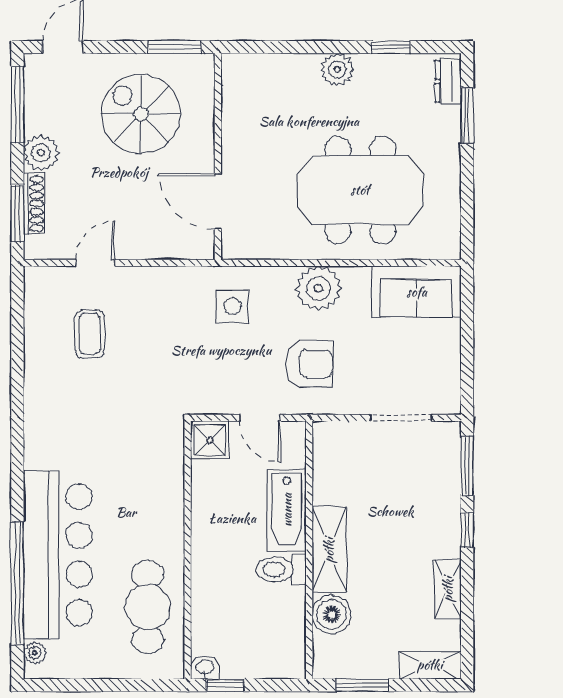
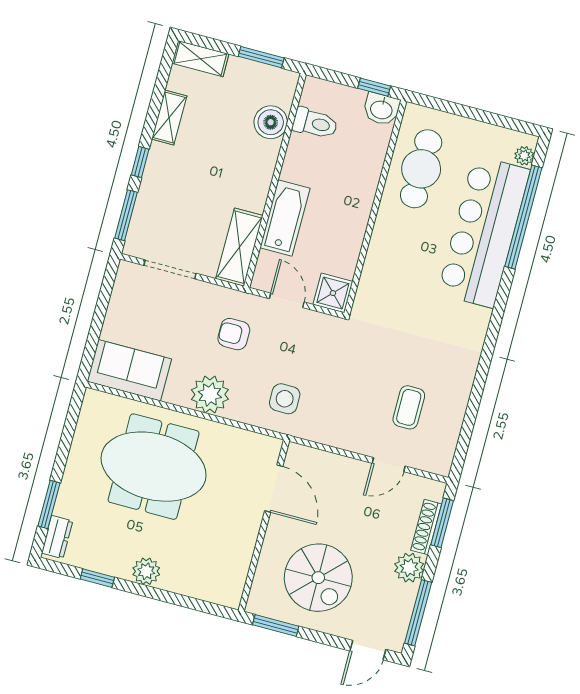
armchair: (309, 364) -> (234, 334), width x0.72, depth x0.72
shelving: (329, 550) -> (239, 247), moved
toilet: (281, 569) -> (315, 123), moved
washbasin: (205, 668) -> (382, 109), width x1.38, depth x1.45

